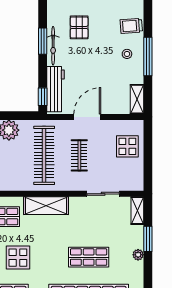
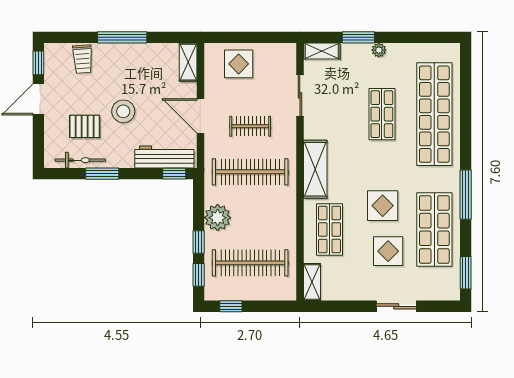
bicycle: (53, 46) -> (80, 160), moved
stool: (127, 54) -> (123, 111), moved, width x1.89, depth x1.89
shelving: (137, 99) -> (188, 62), moved, turned 90

